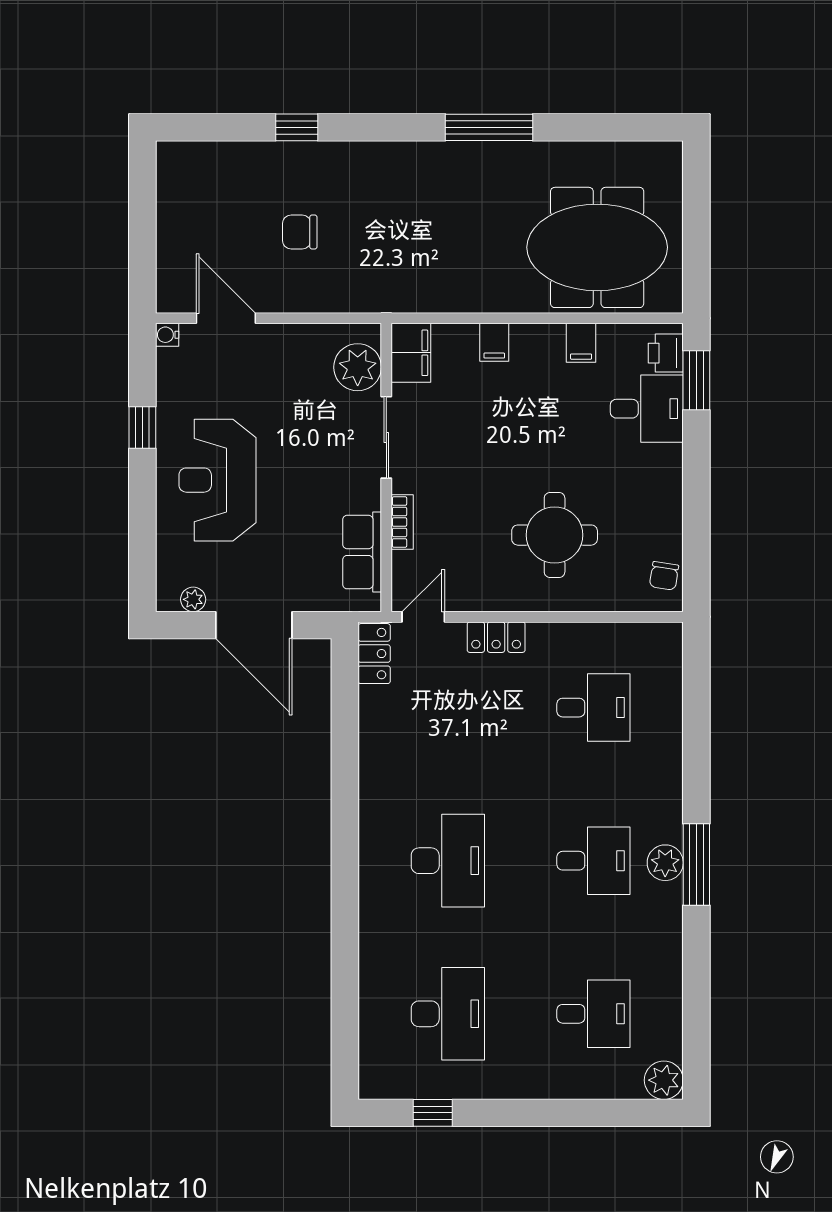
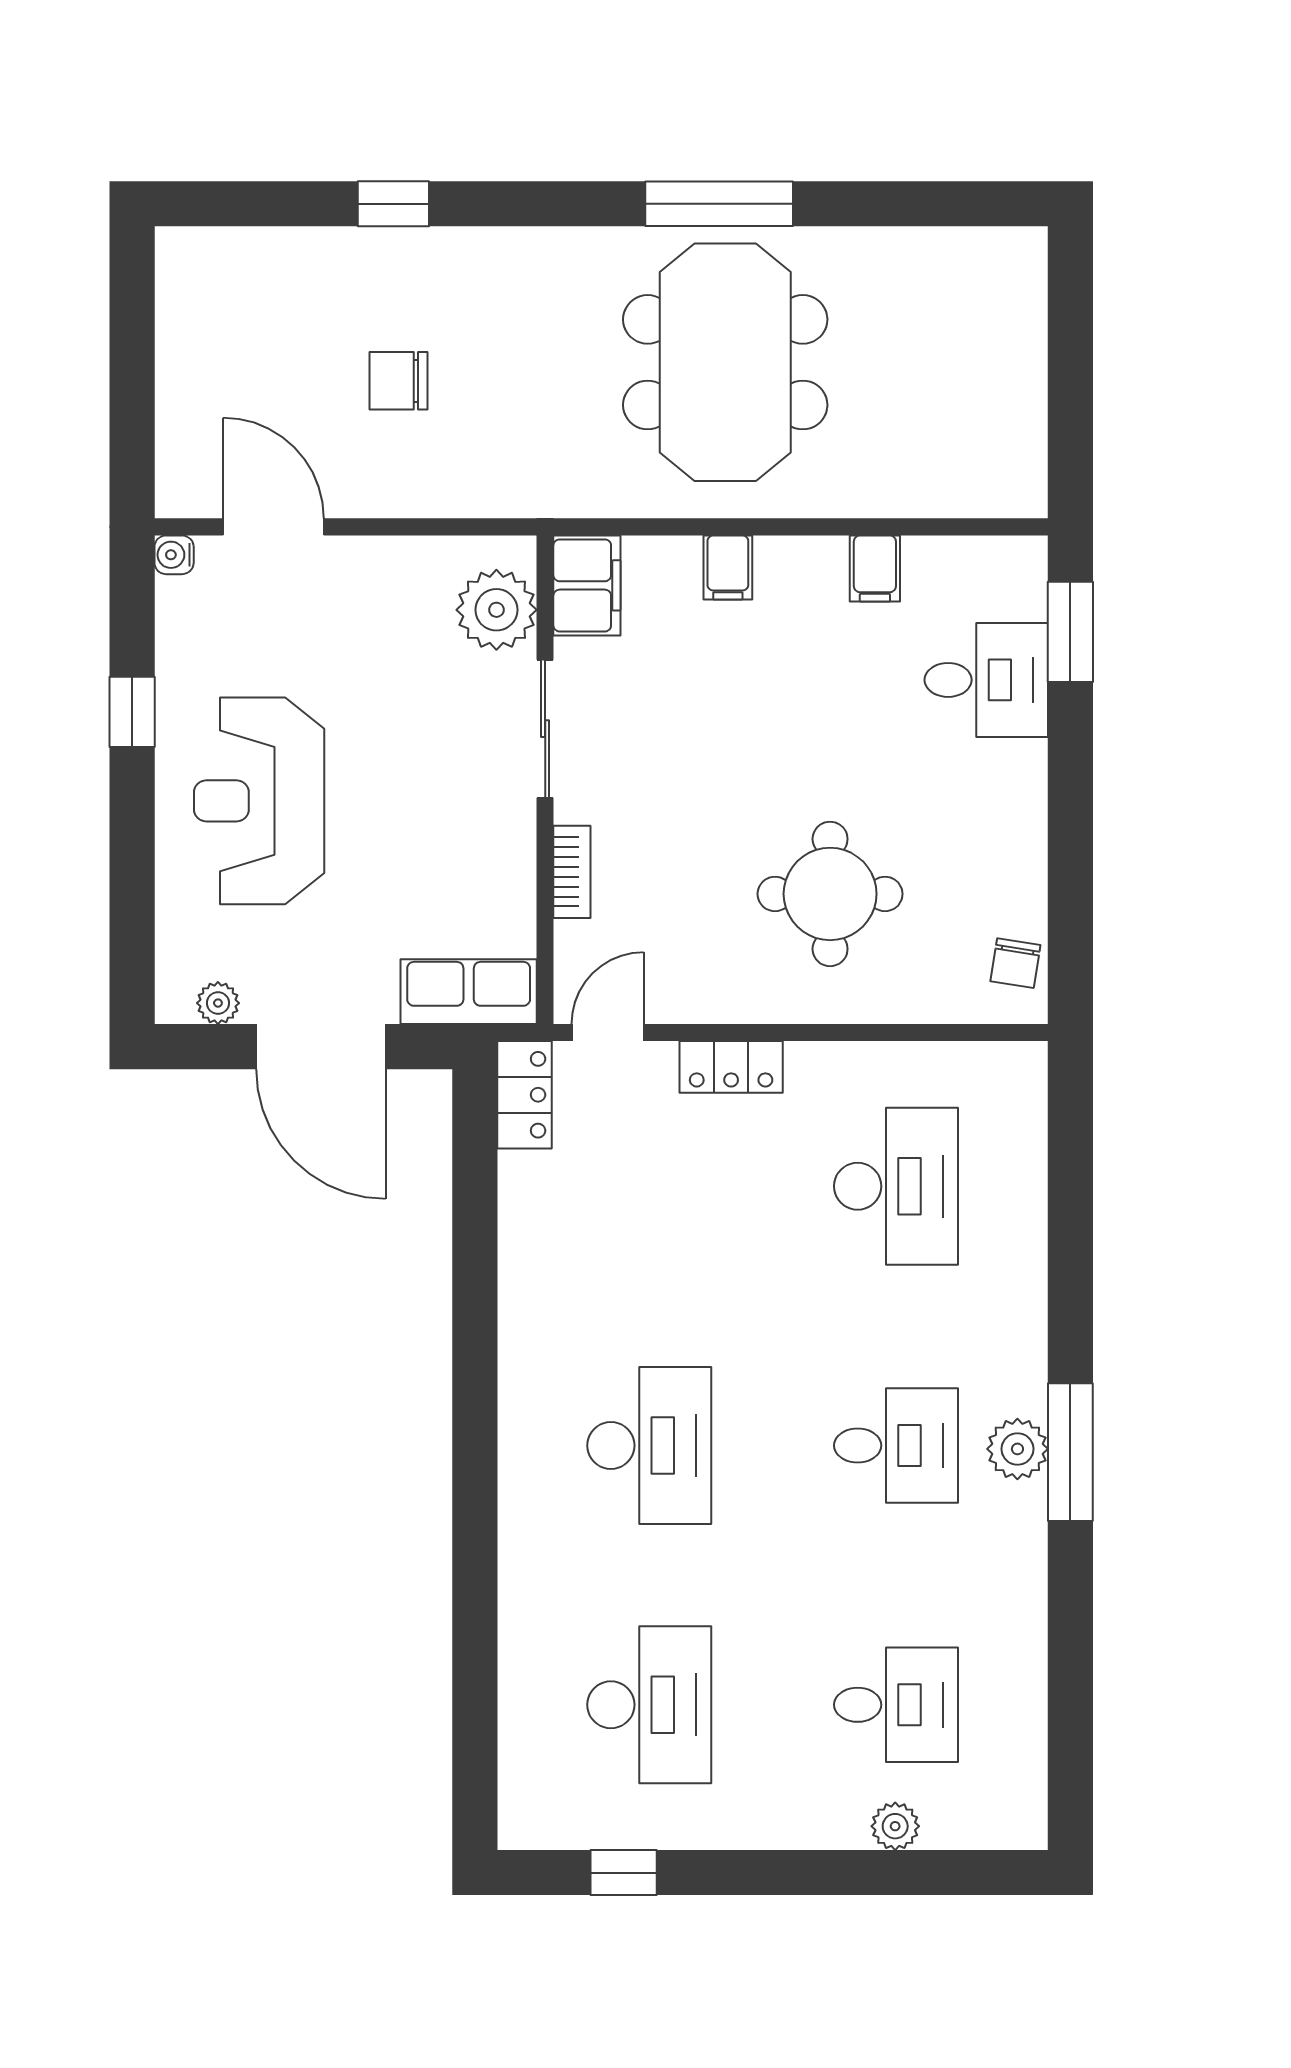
meeting table: (597, 247) -> (725, 362), moved, turned 90
printer: (666, 353) -> (1018, 586), removed
row of seats: (362, 552) -> (469, 992), moved, turned 90
desk: (593, 708) -> (896, 1186), width x1.37
plant: (664, 1080) -> (895, 1826), moved, width x0.73, depth x0.73

